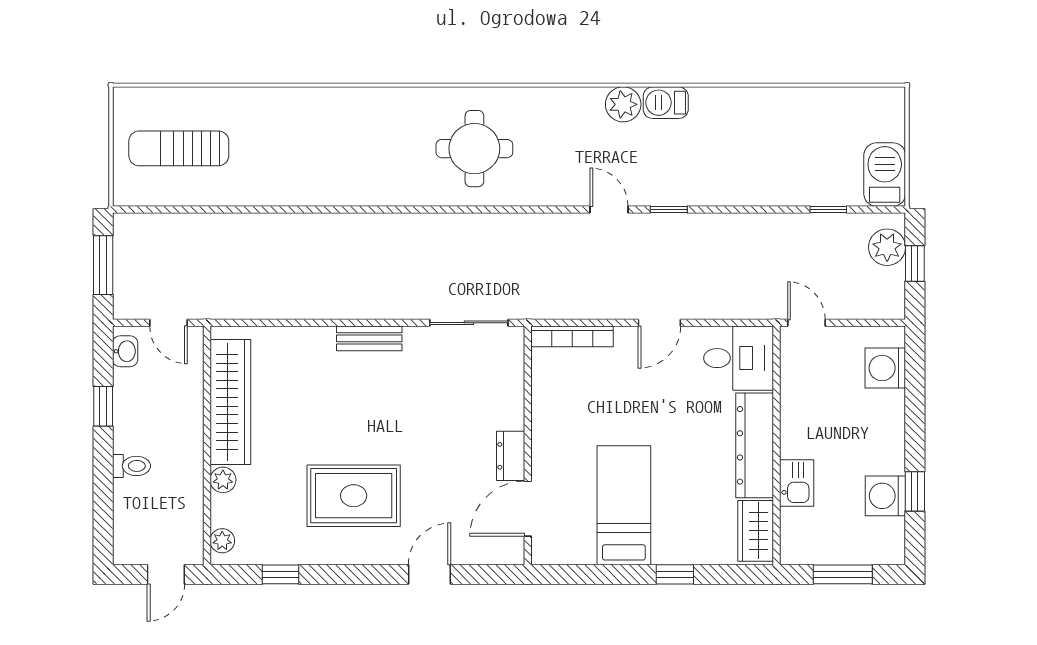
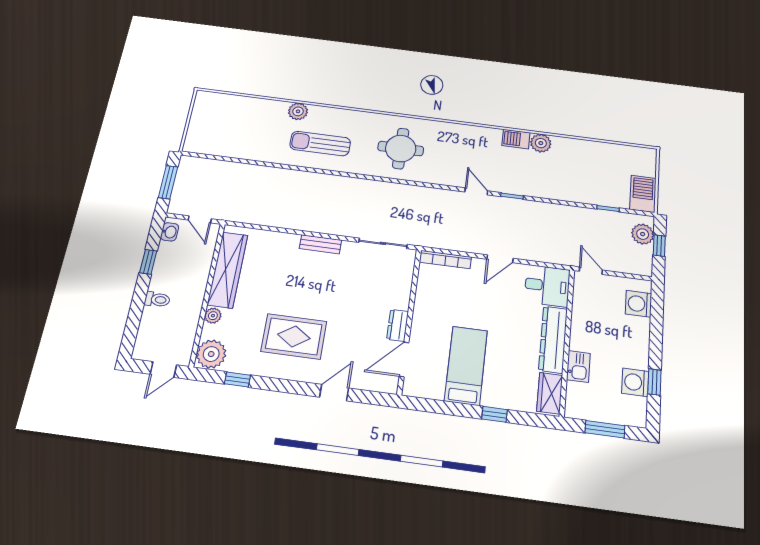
plant: (292, 103) -> (298, 111), added
plant: (623, 104) -> (541, 143), moved
sun lounger: (179, 148) -> (320, 144), moved
plant: (222, 541) -> (211, 354), width x1.88, depth x1.88

